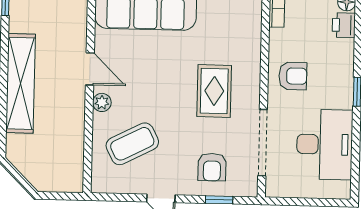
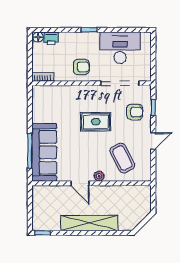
door: (90, 69) -> (80, 183), swing flipped
armchair: (293, 76) -> (81, 67), turned 90
rug: (214, 91) -> (96, 122), moved

